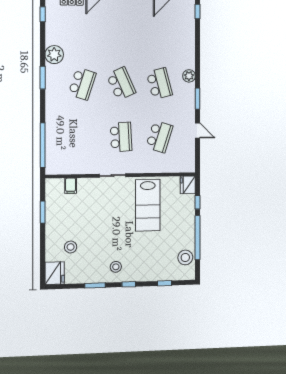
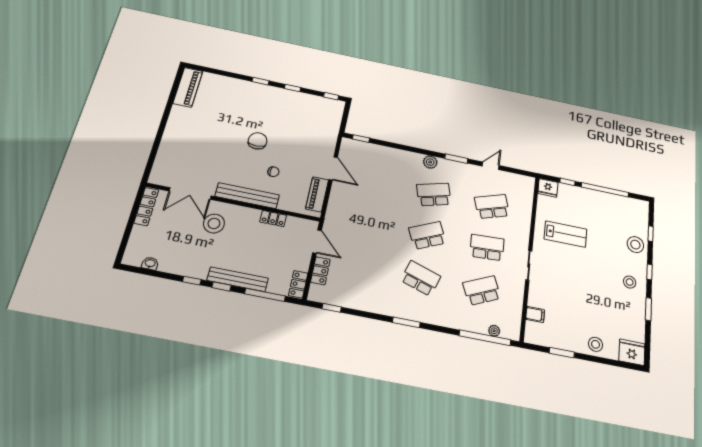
plant: (54, 55) -> (494, 331), moved, width x0.53, depth x0.53
school desk: (82, 137) -> (482, 290), added
school desk: (159, 137) -> (492, 206), turned -36
lab bench: (148, 205) -> (565, 234), width x0.73, depth x0.72
stool: (71, 247) -> (596, 344), moved
stool: (185, 257) -> (635, 245), moved

